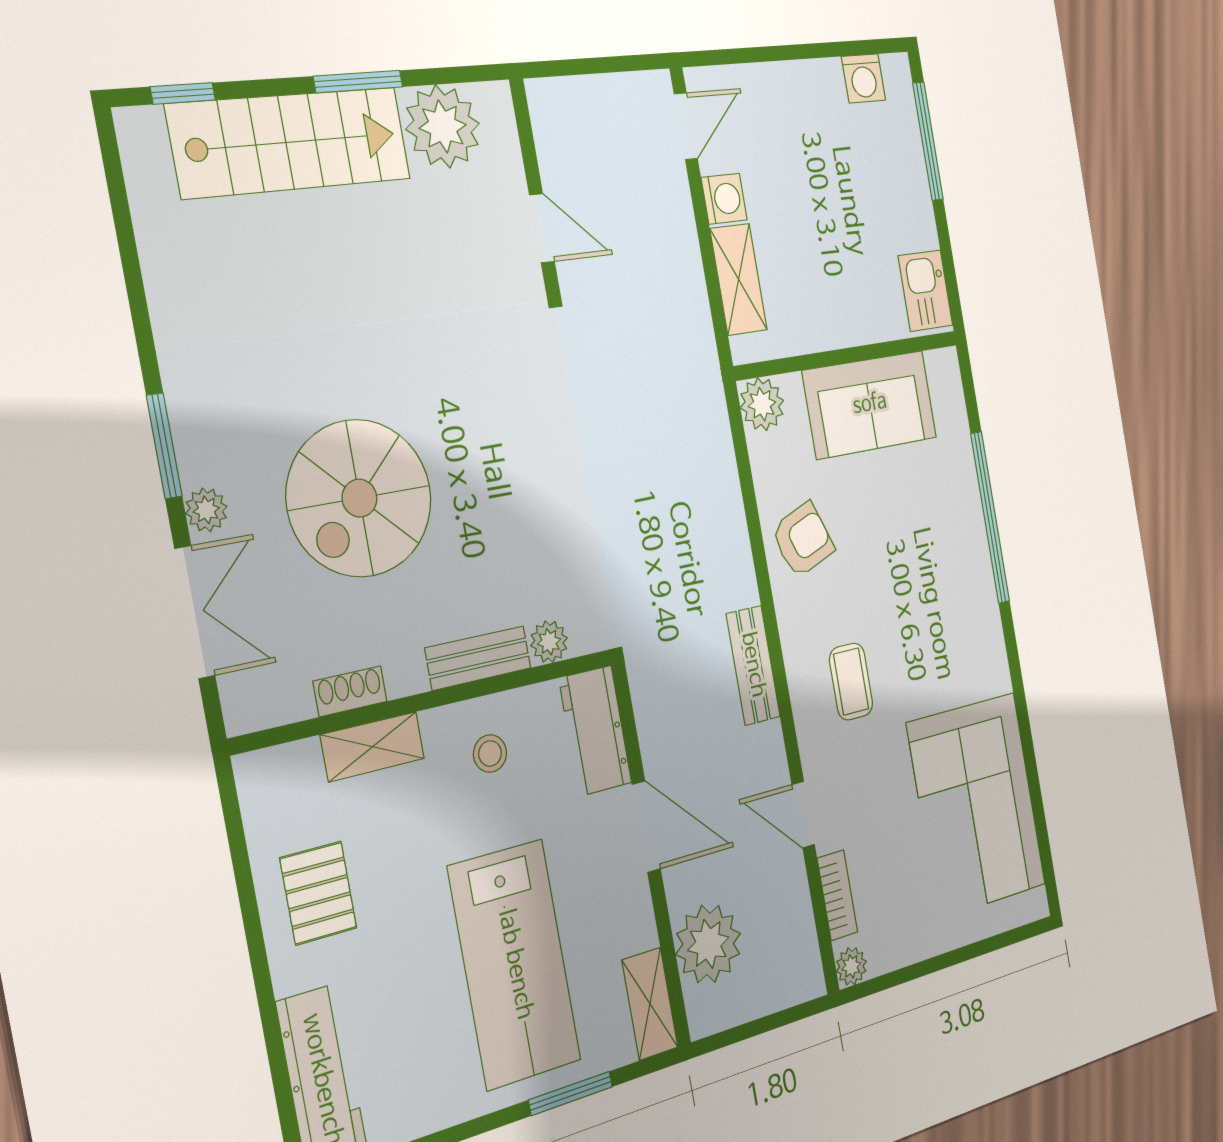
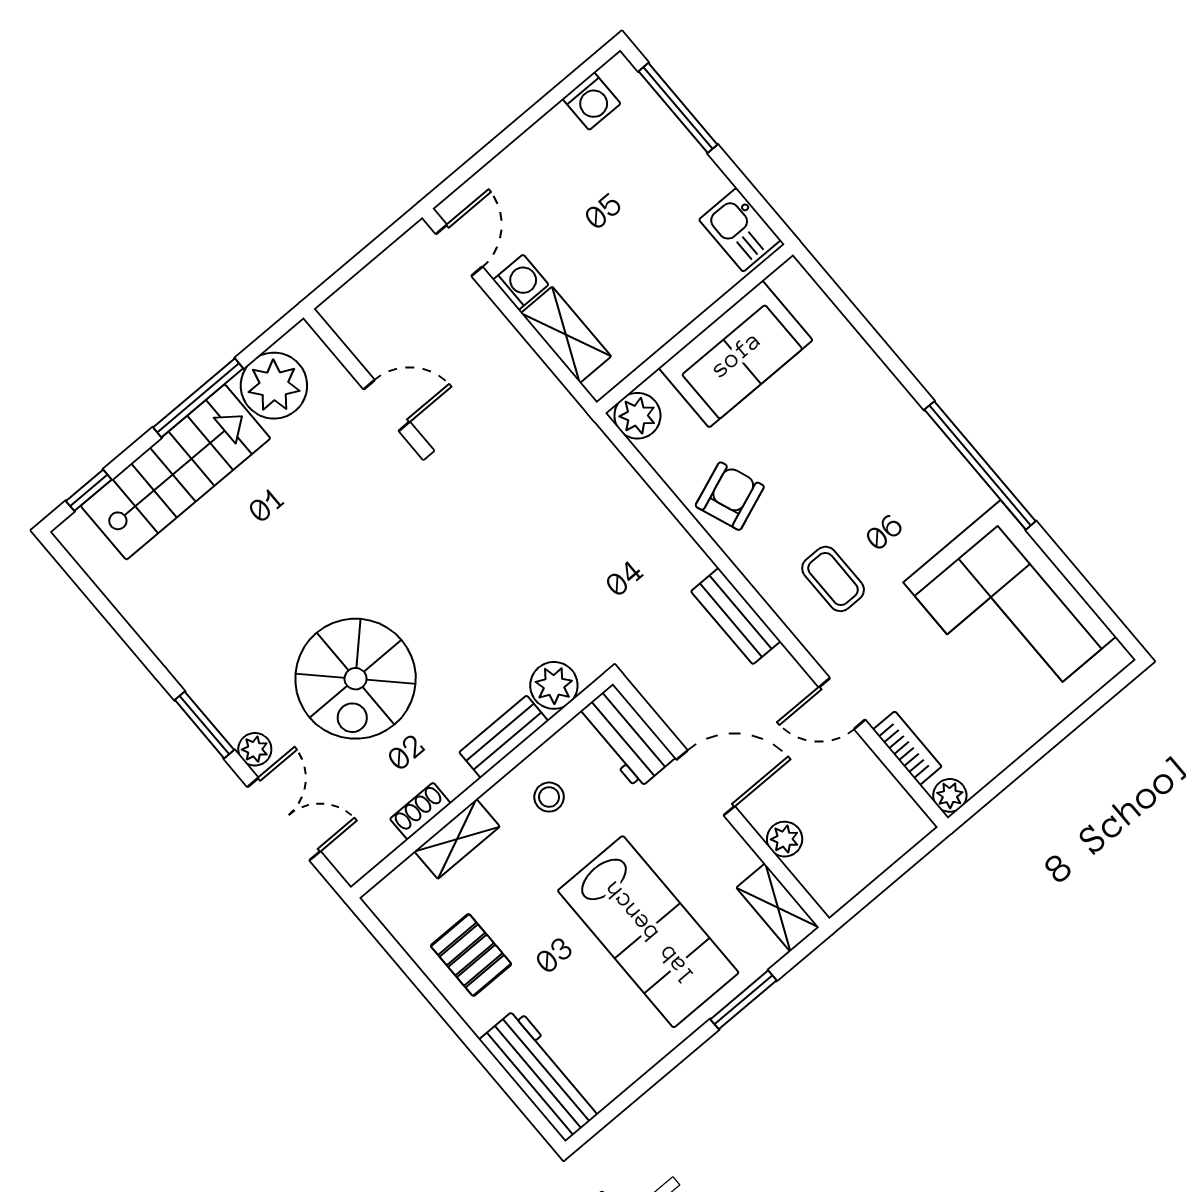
window: (358, 82) -> (198, 398), width x1.44
window: (990, 517) -> (980, 465), moved
plant: (549, 642) -> (554, 685), width x1.38, depth x1.38
plant: (708, 944) -> (785, 839), width x0.53, depth x0.53

